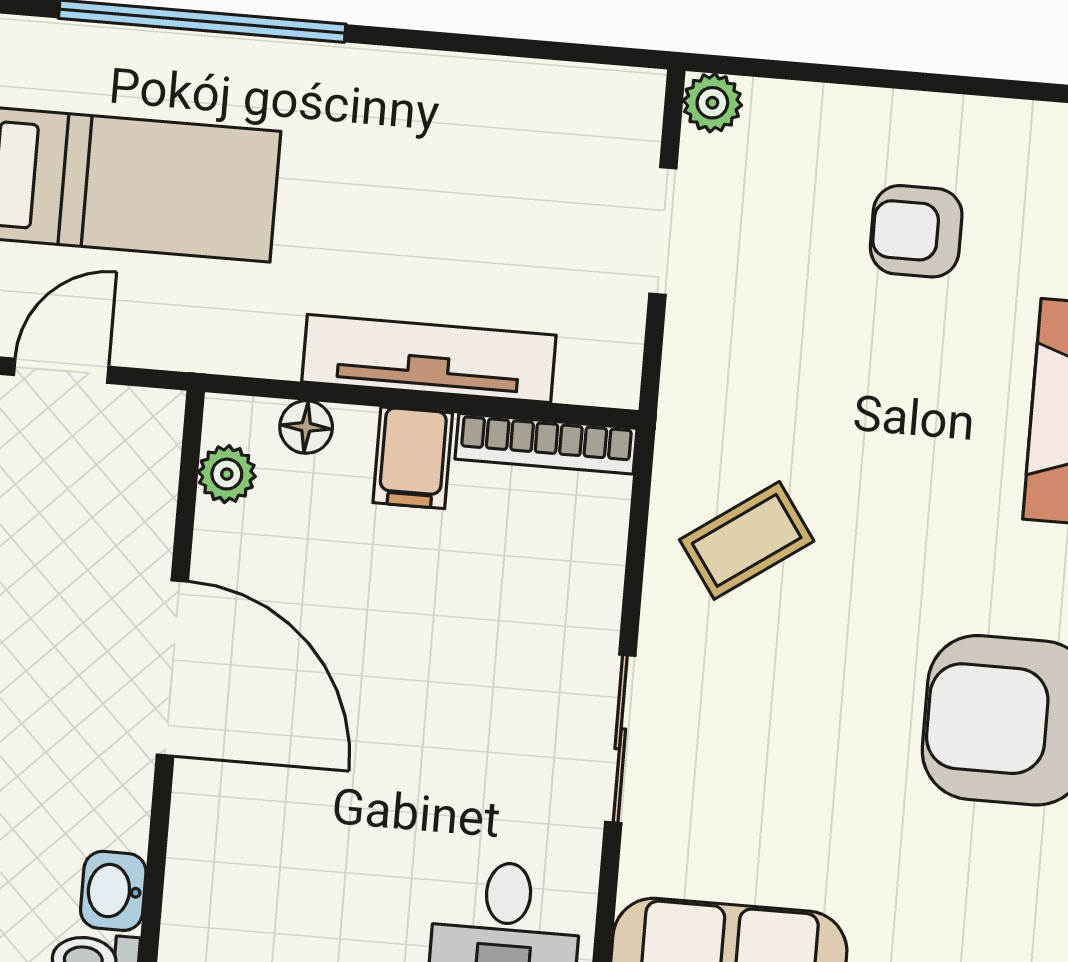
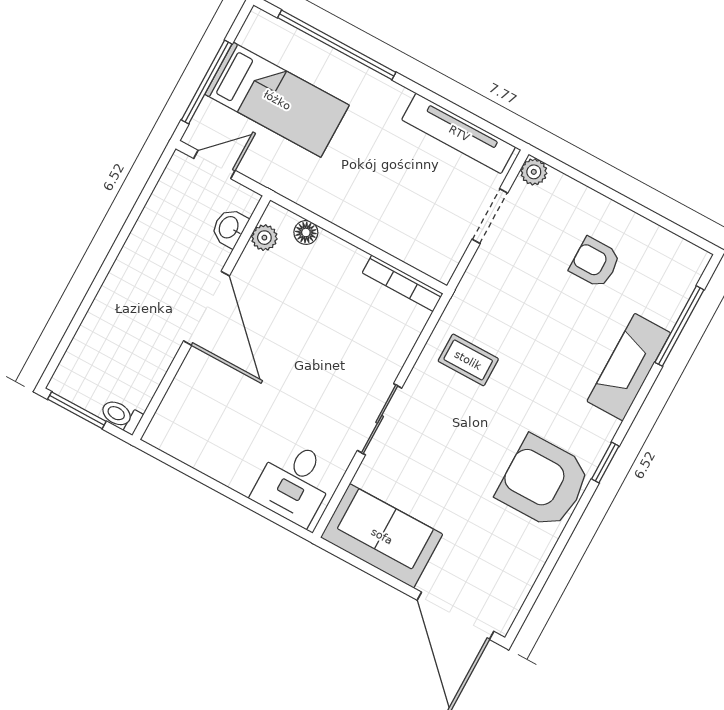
tv unit: (429, 358) -> (459, 133), moved, turned 180
filing cabinet: (413, 458) -> (345, 265), removed
coffee table: (747, 540) -> (468, 360), turned 35
washbasin: (113, 891) -> (229, 228), moved

